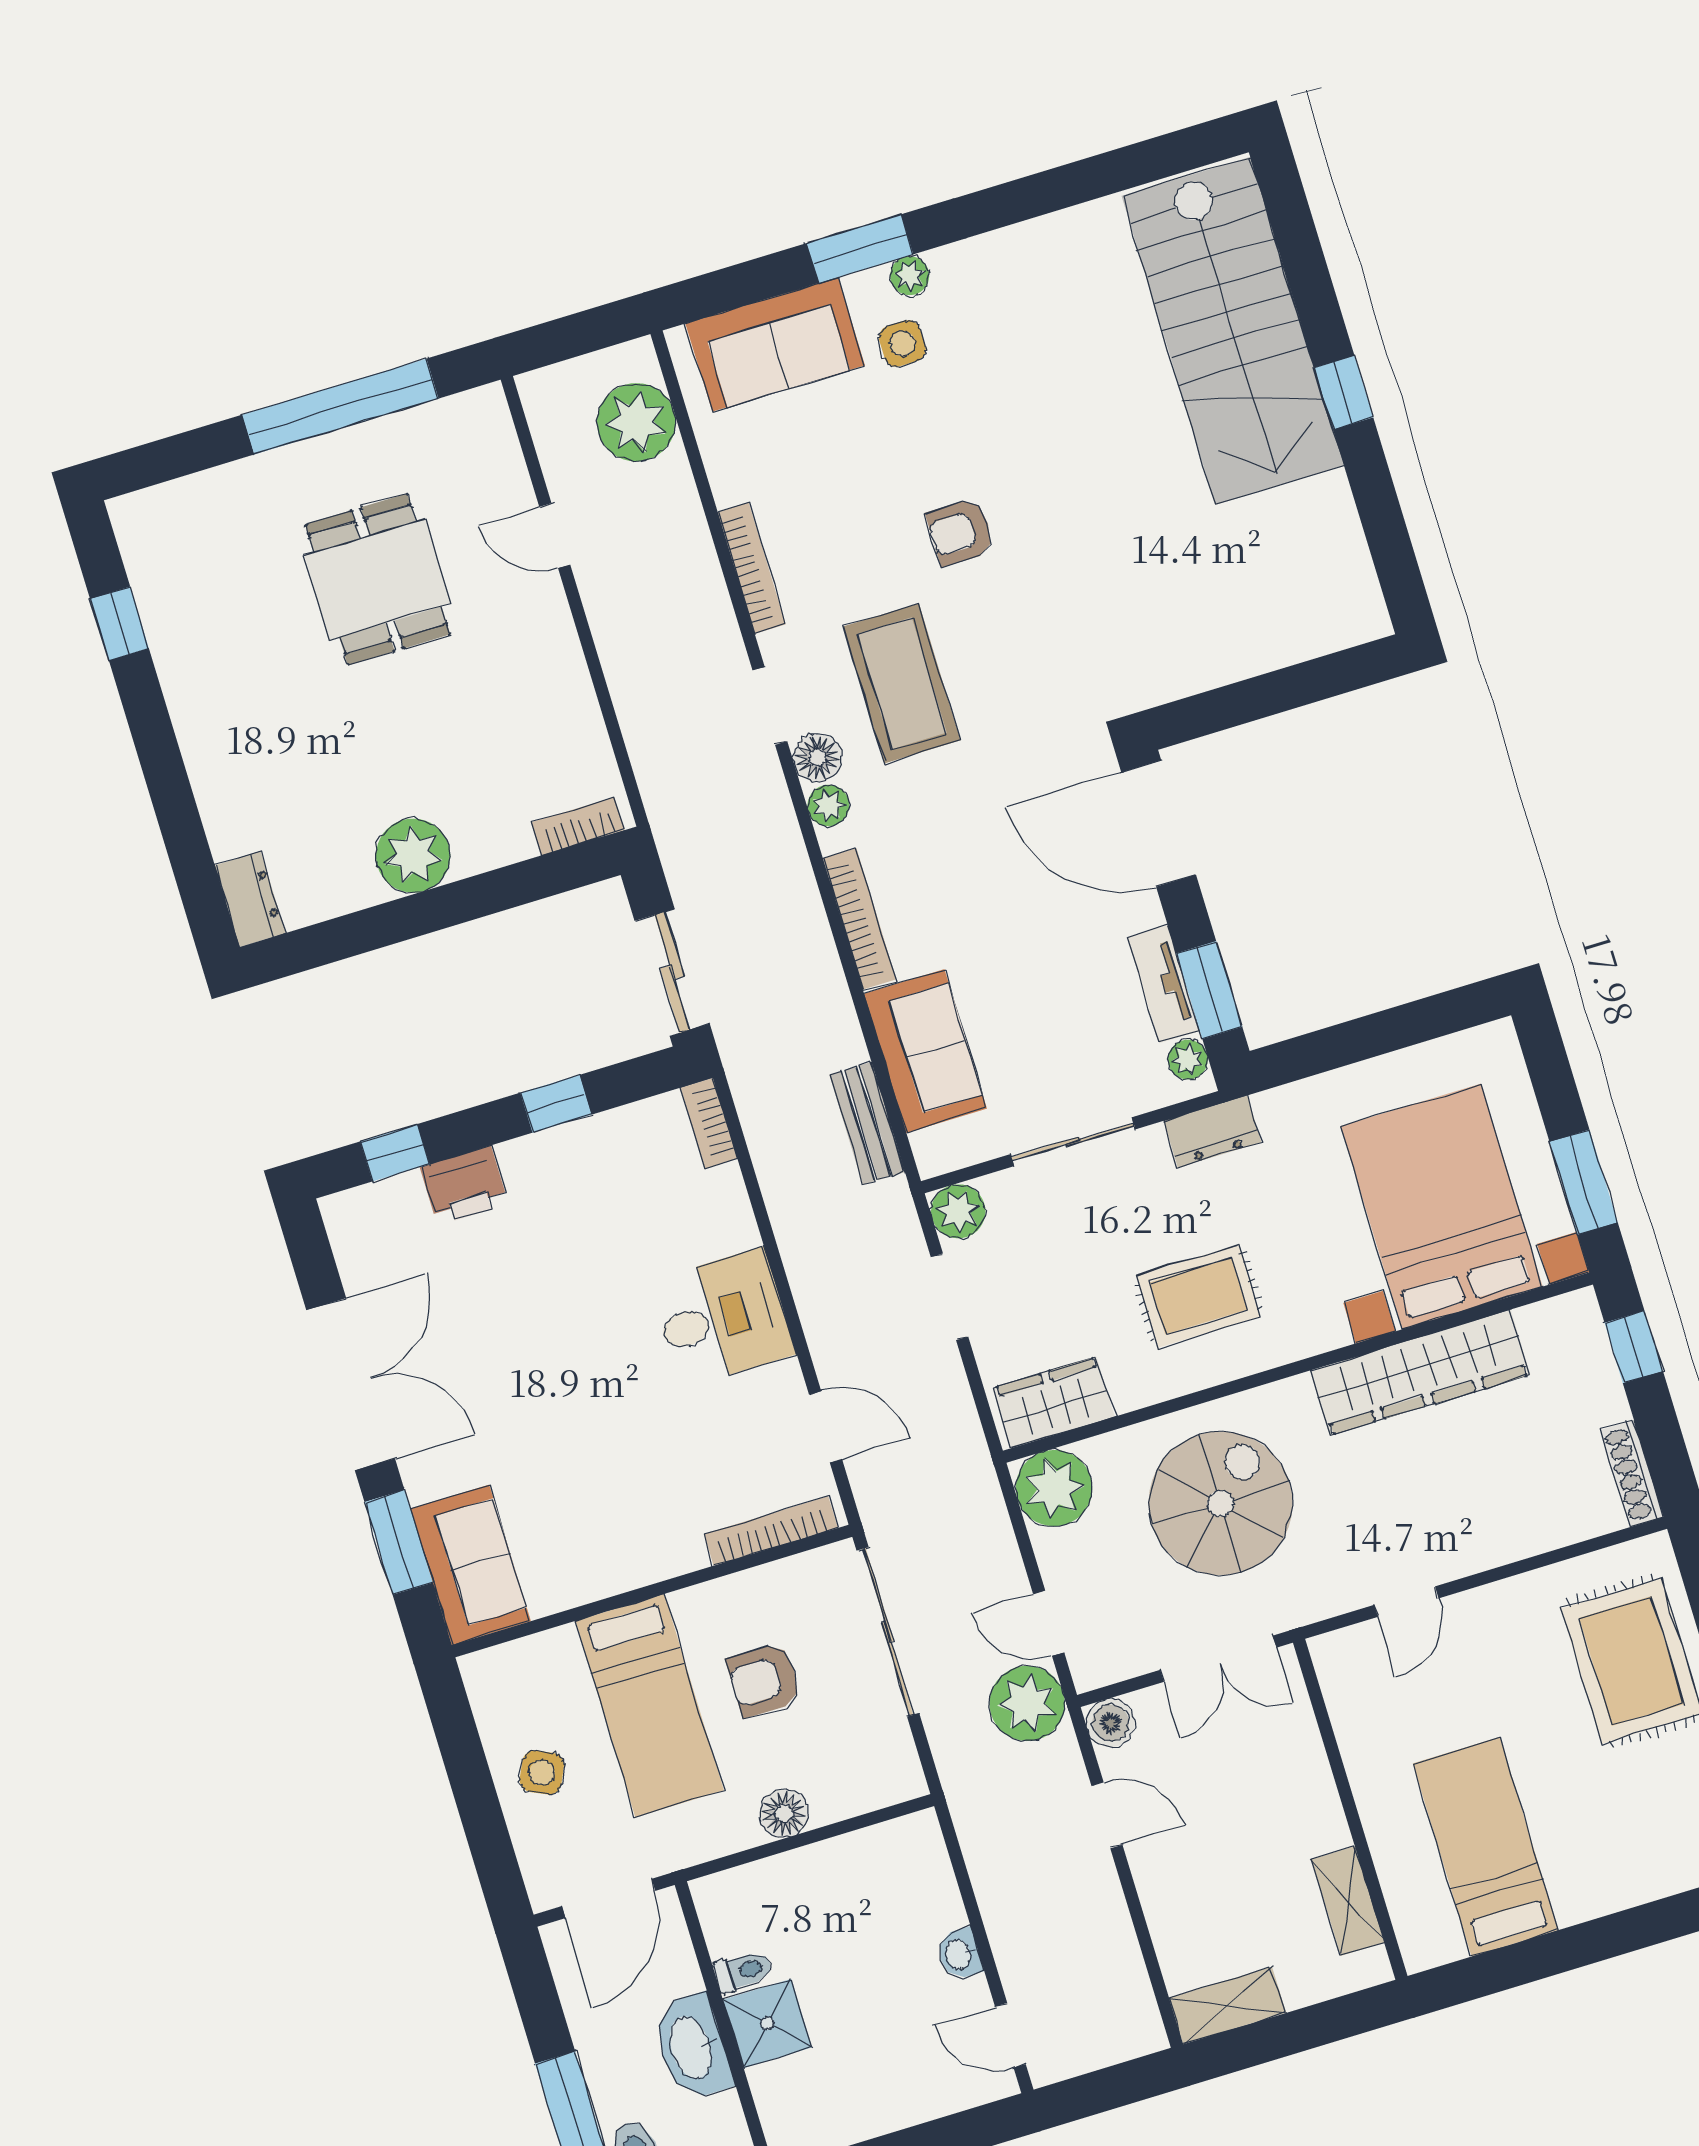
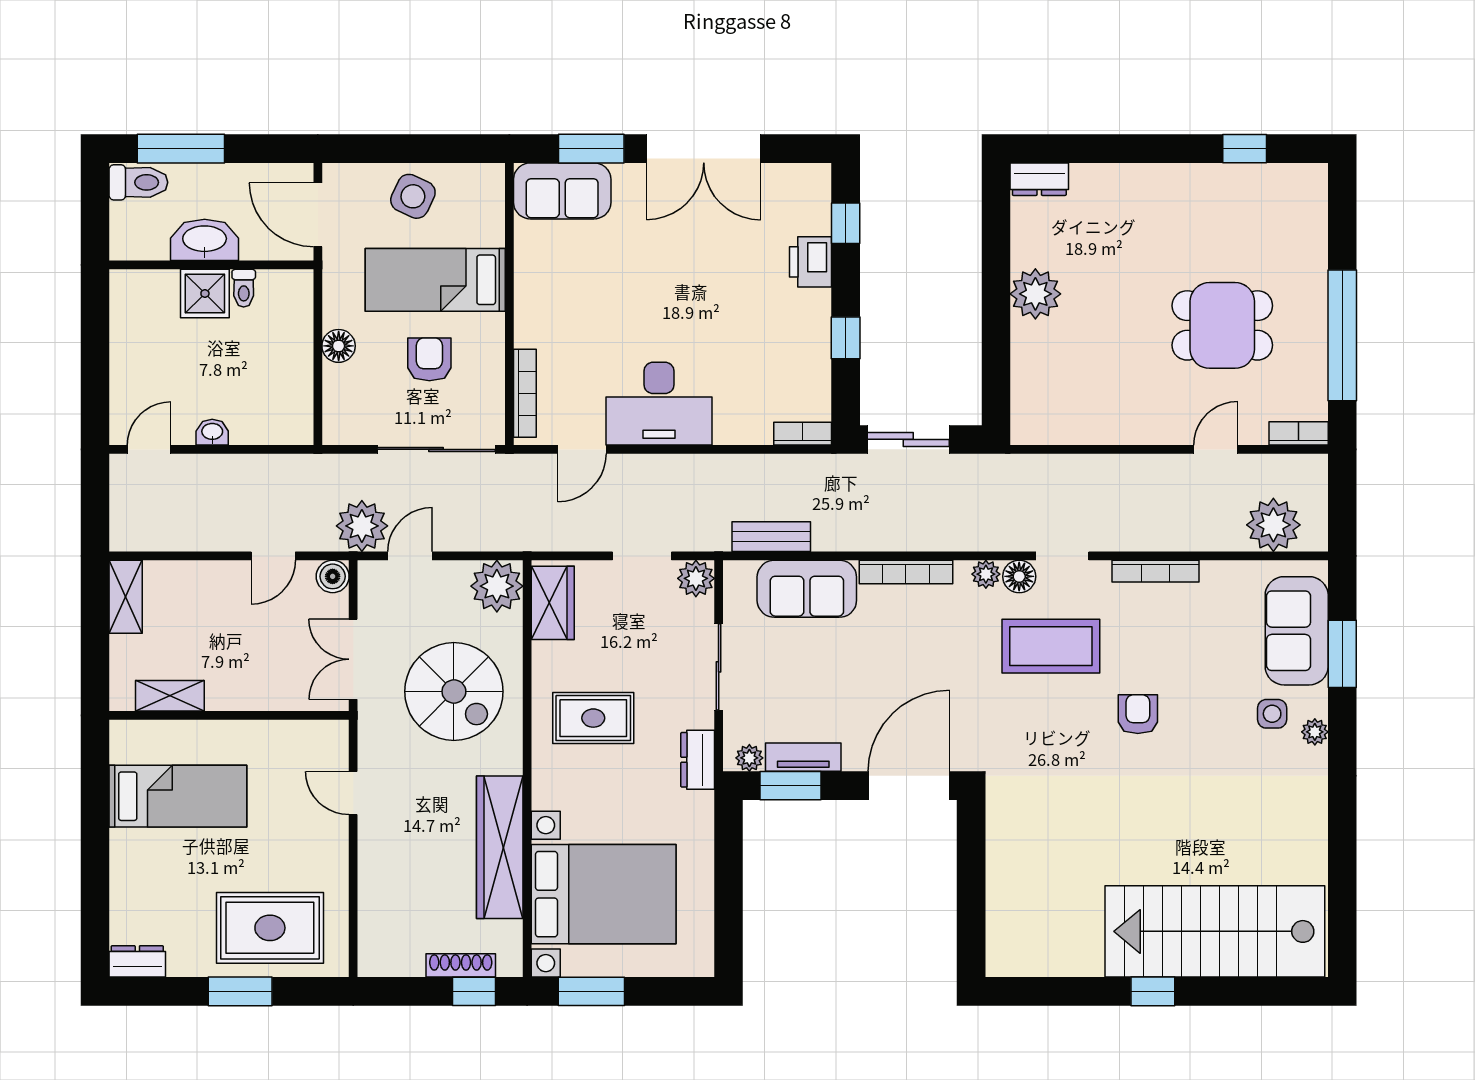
window: (860, 249) -> (1342, 654), moved
bookcase: (578, 826) -> (1299, 433), moved, turned -90
rug: (1198, 1296) -> (593, 718), turned 90
desk: (722, 1318) -> (659, 404), width x1.37
shoe rack: (1632, 1473) -> (461, 965), moved
side table: (542, 1773) -> (413, 196), width x1.37, depth x1.37

